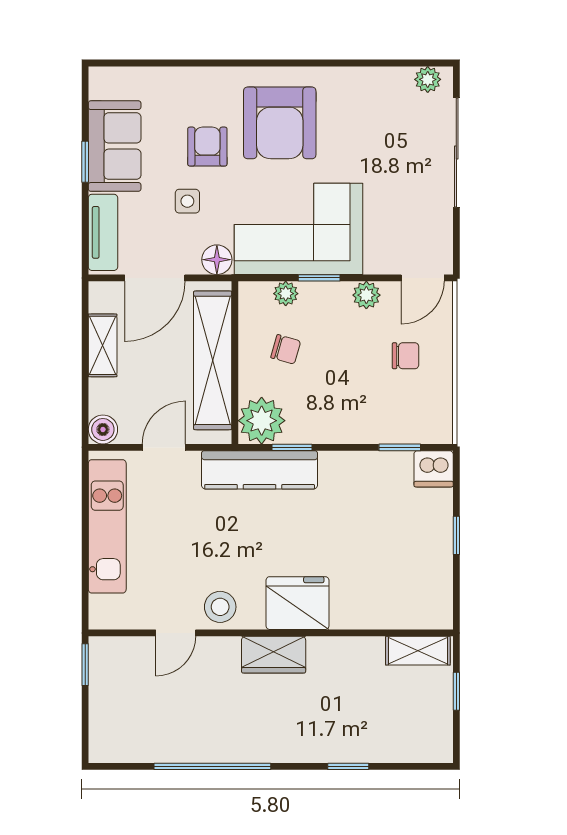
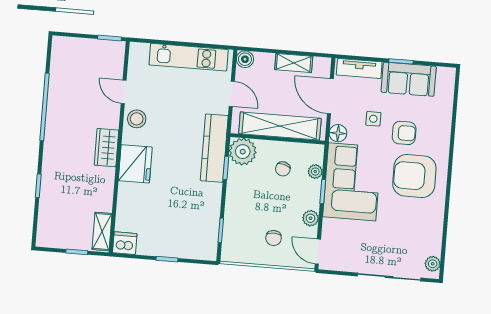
dishwasher: (434, 469) -> (125, 243), moved, turned 90

